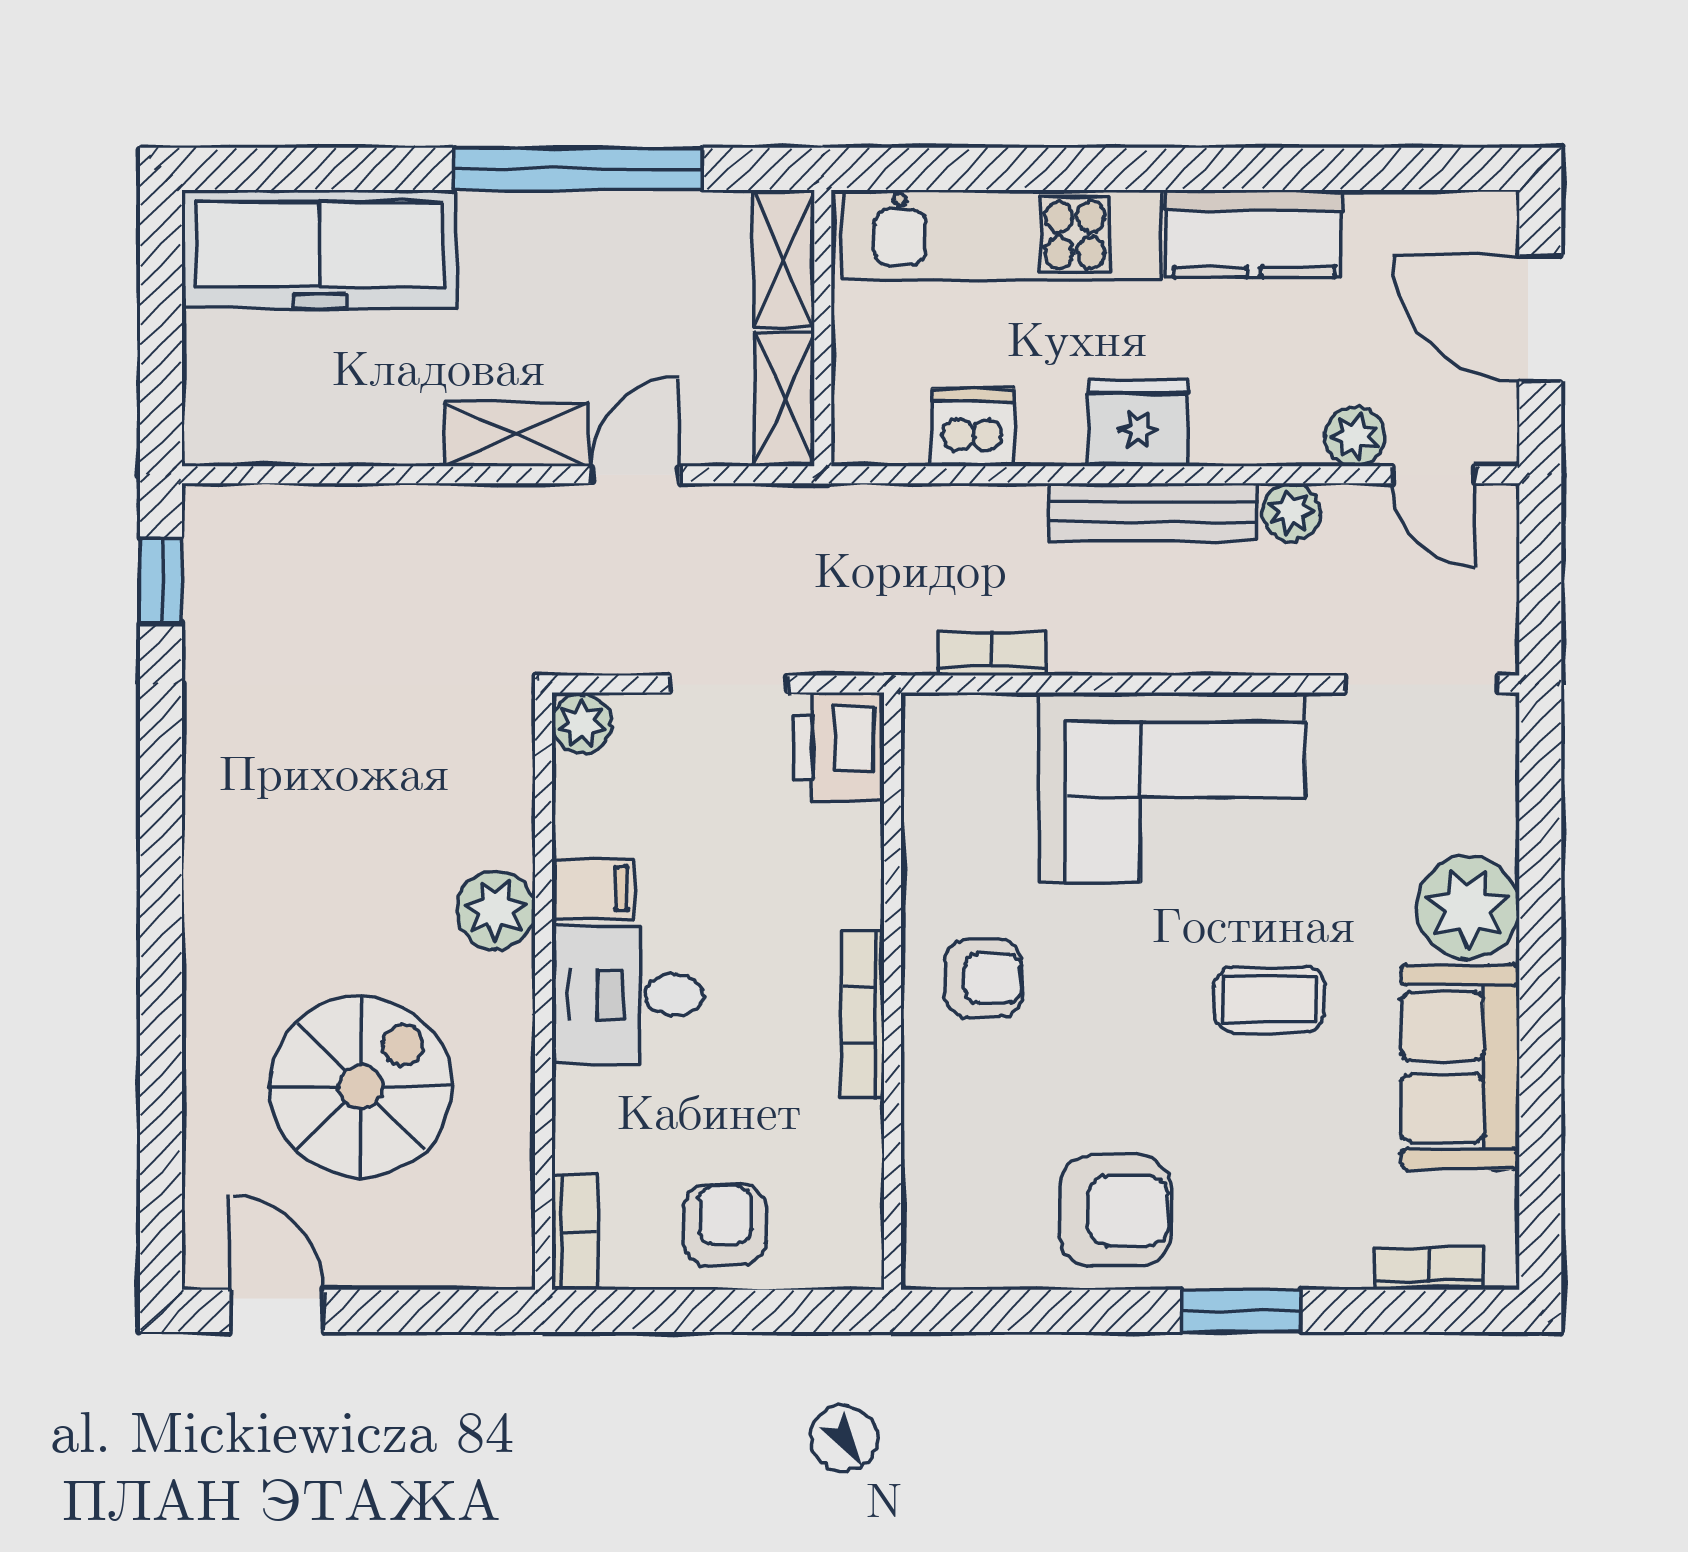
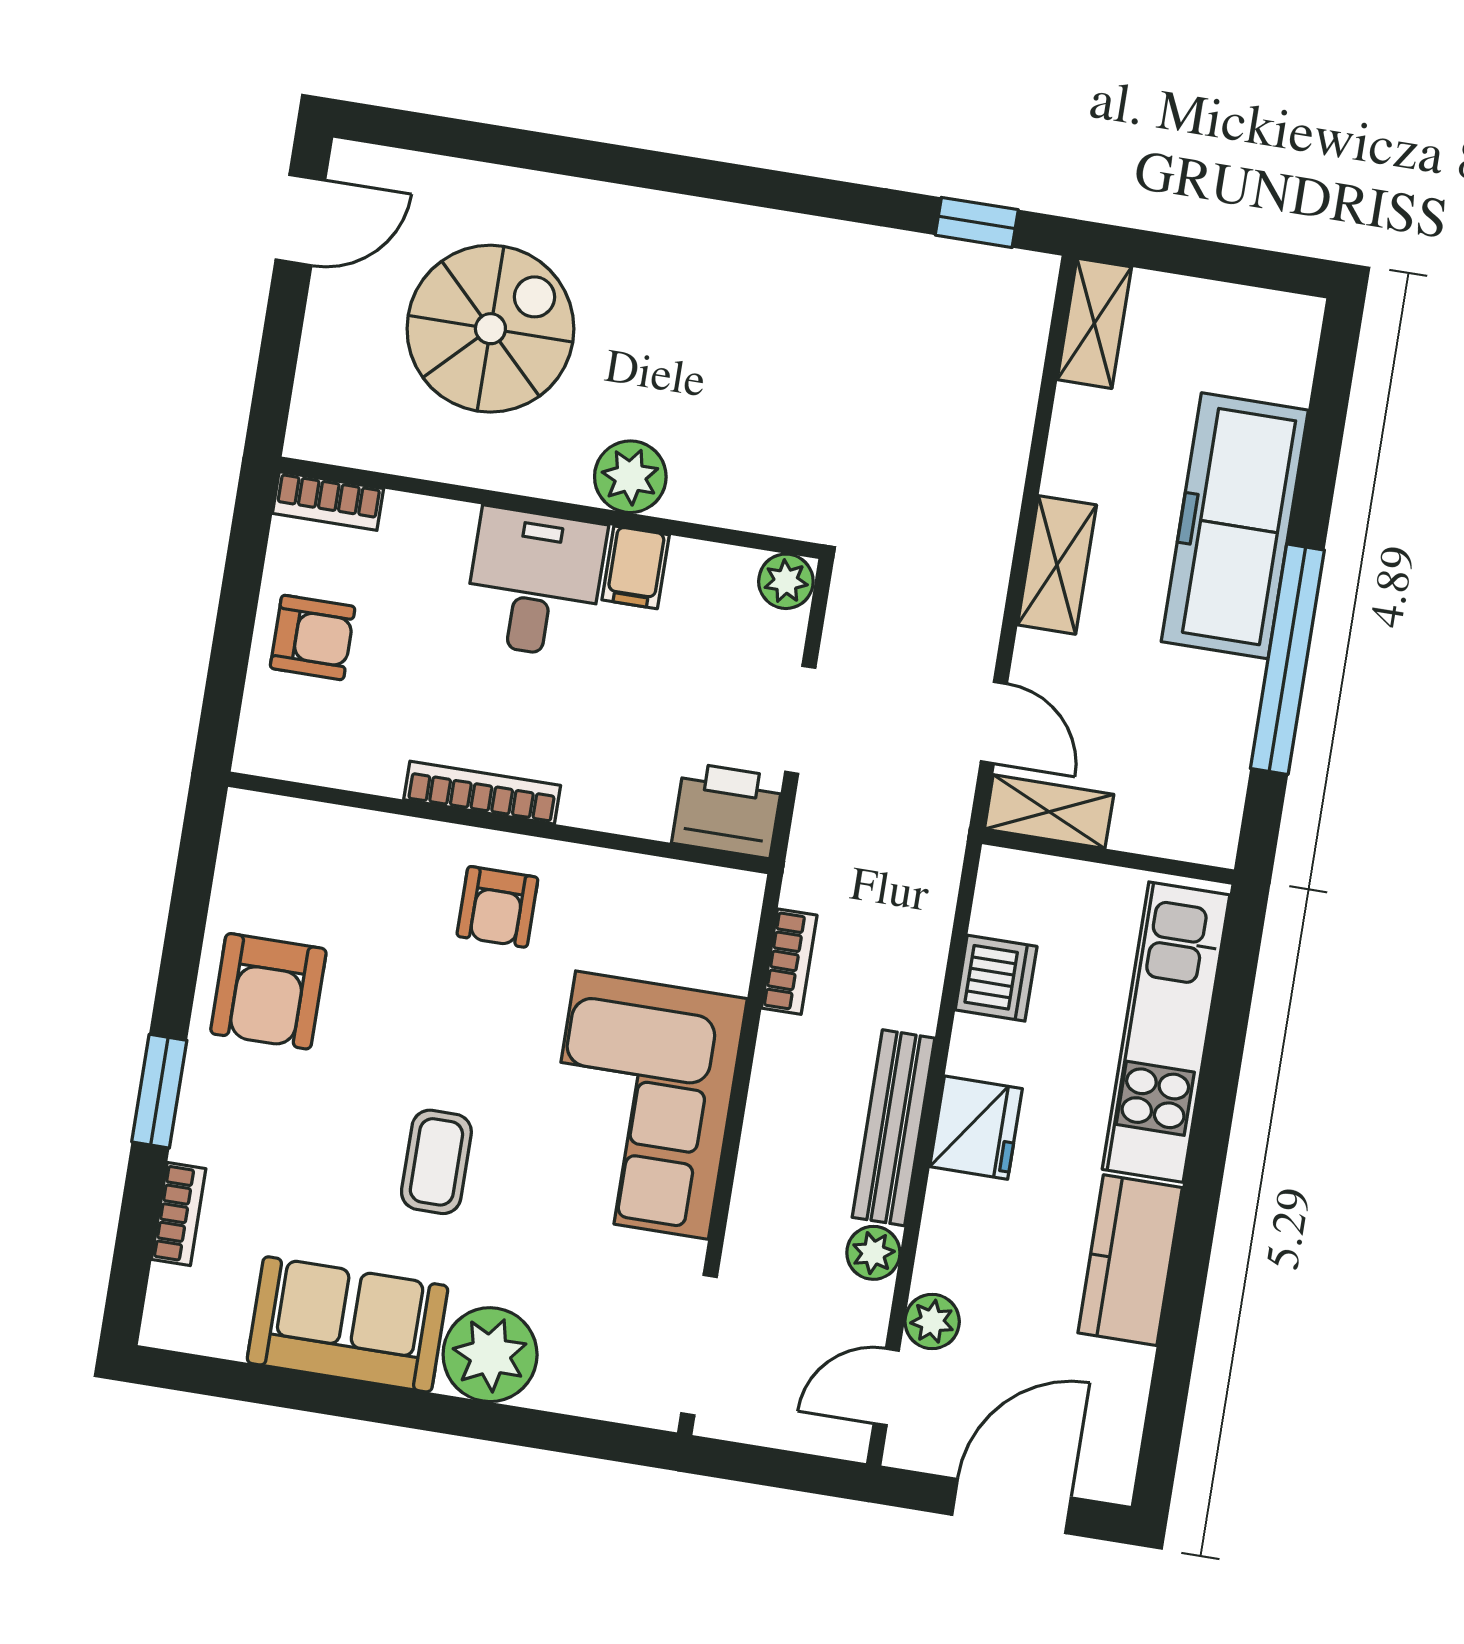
freezer: (320, 249) -> (1235, 526), moved
shelving: (784, 260) -> (1094, 323), moved, turned 90
door: (635, 475) -> (994, 723), moved
spiral stairs: (361, 1087) -> (490, 329), turned -90
bookcase: (1429, 1268) -> (179, 1214), moved

